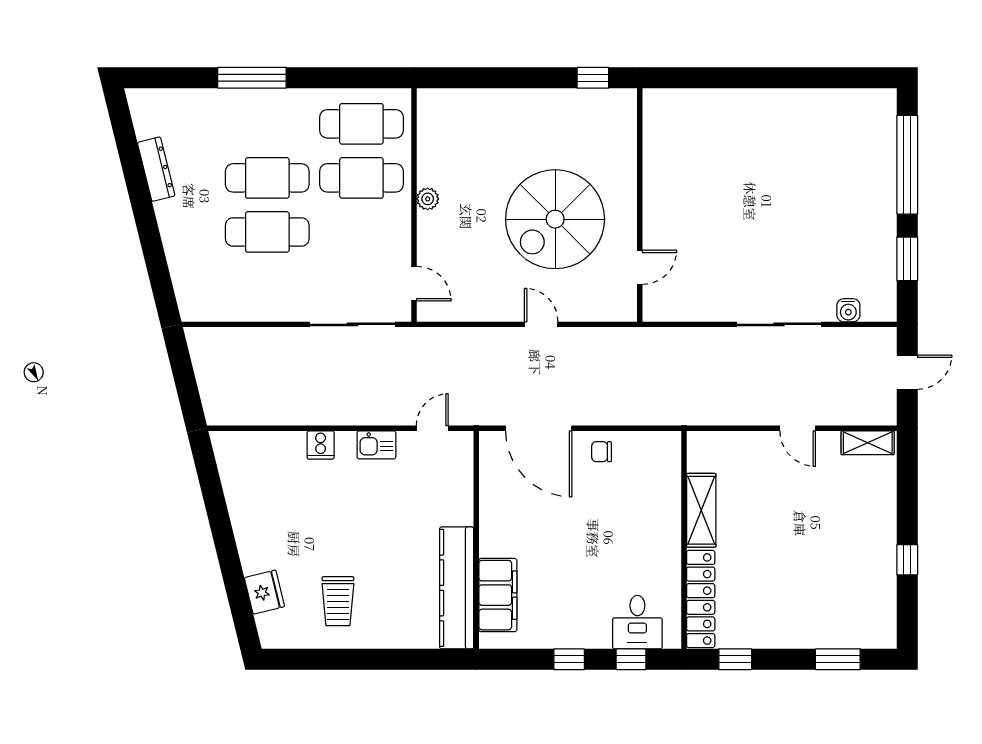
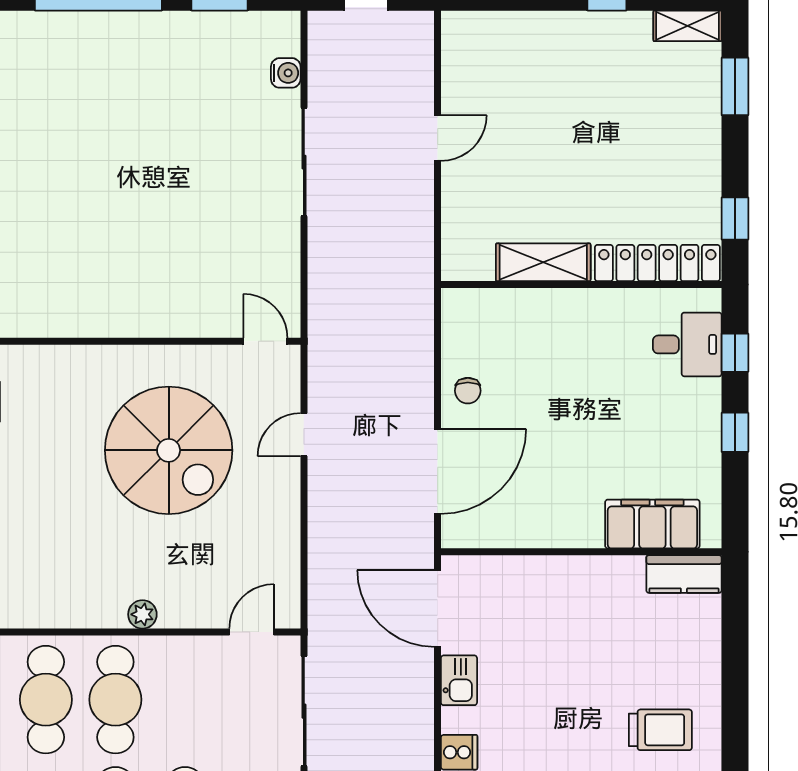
door: (640, 267) -> (265, 341), moved
door: (541, 324) -> (304, 435), moved
door: (432, 428) -> (438, 608), width x1.88
shelving: (868, 443) -> (687, 26), moved, turned 90
kitchen counter: (457, 588) -> (684, 574), width x0.48, depth x0.86

